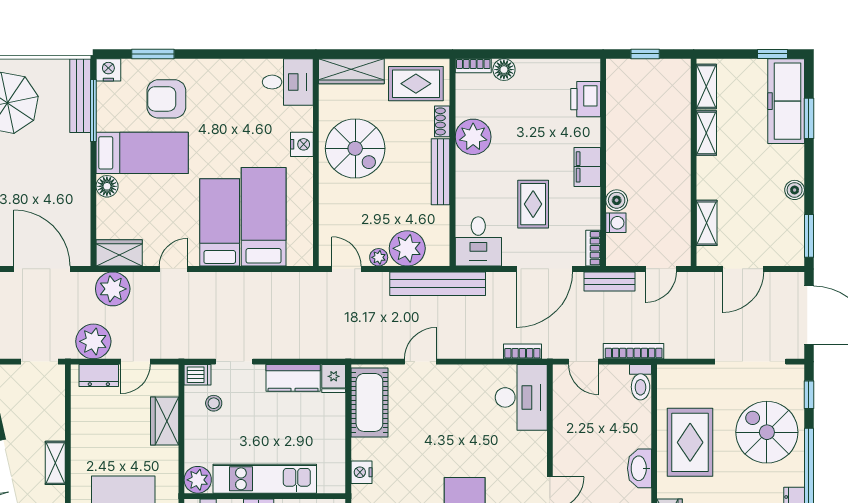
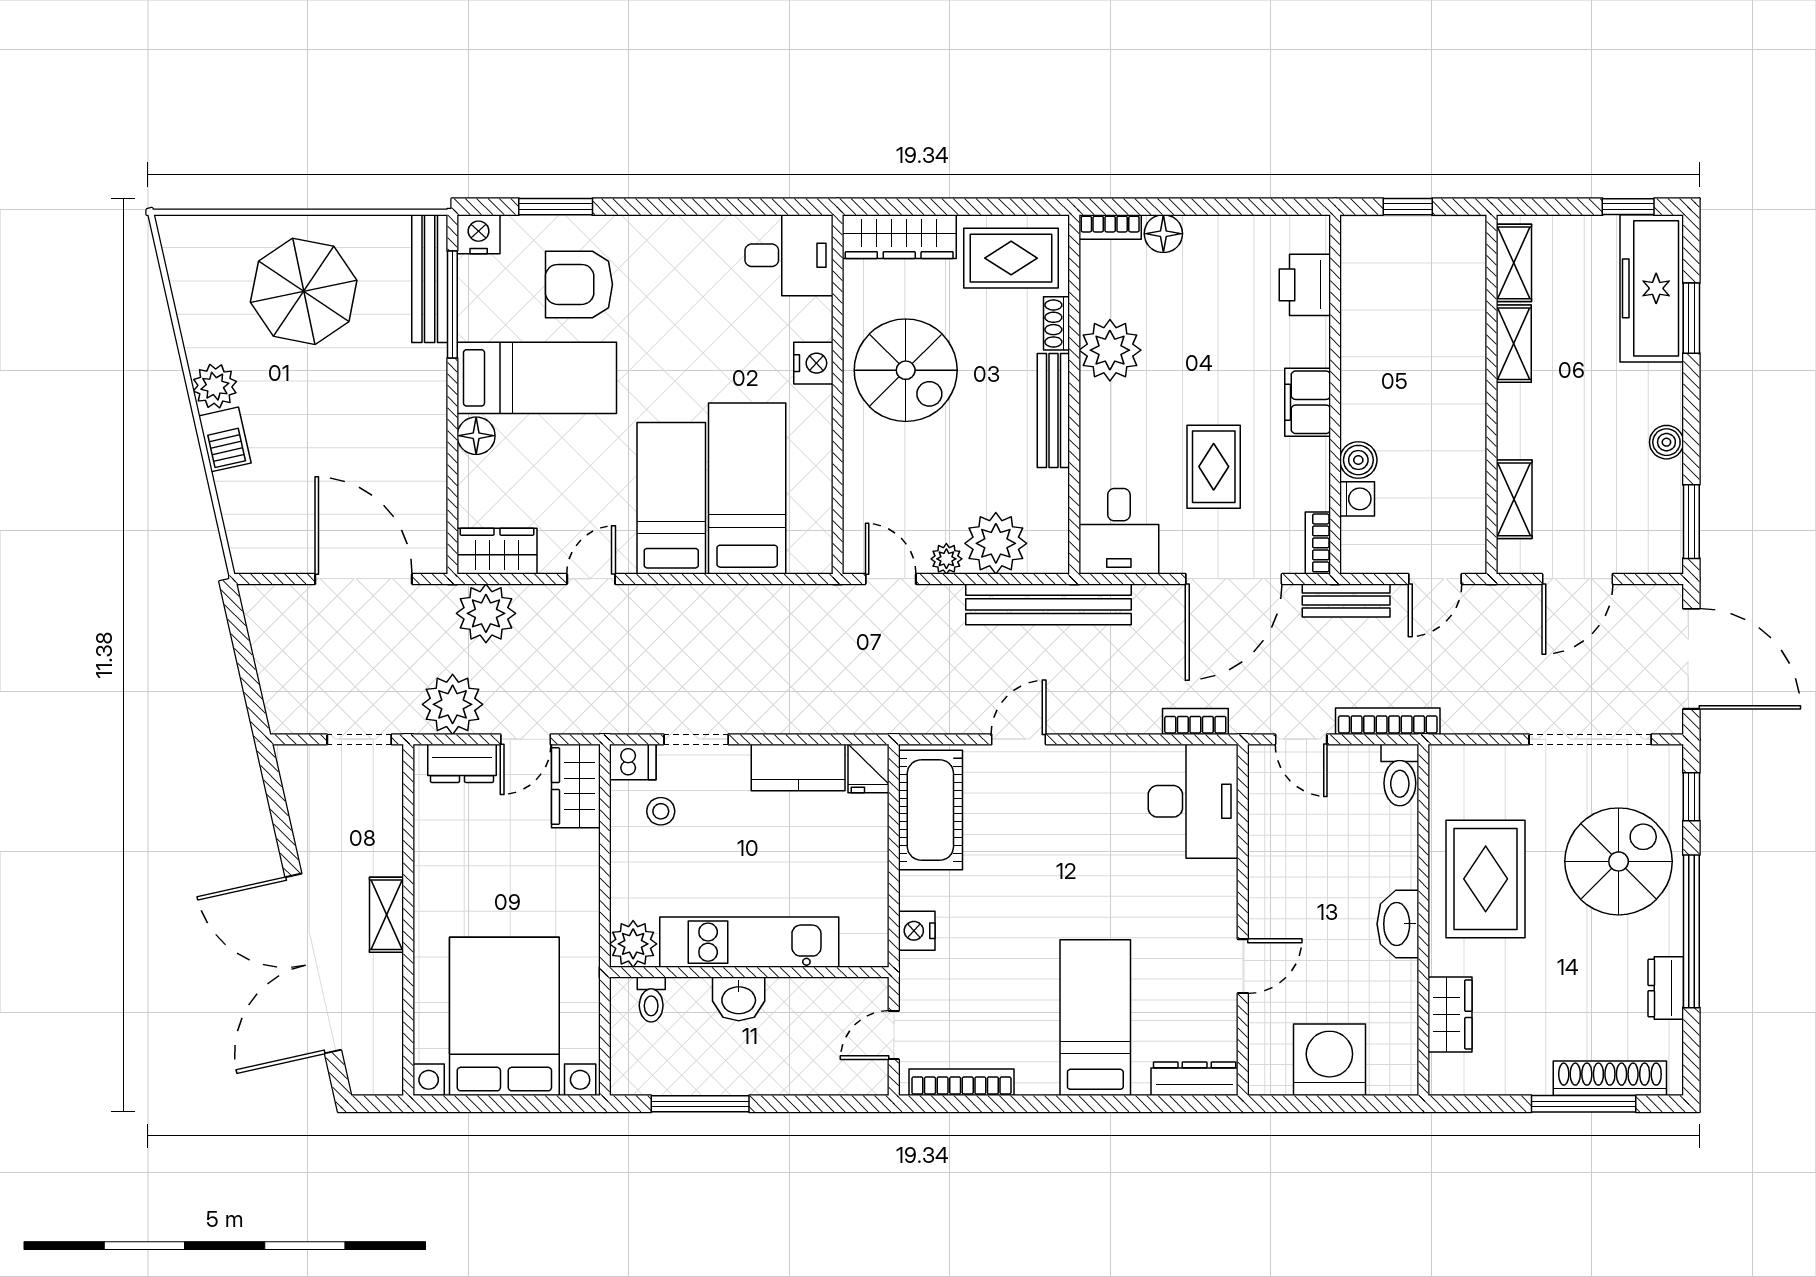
wardrobe: (165, 421) -> (576, 786), moved
spiral stairs: (767, 432) -> (1619, 861), turned 90

